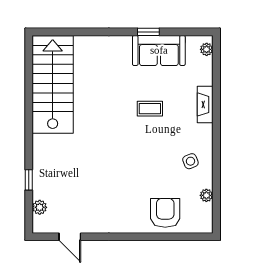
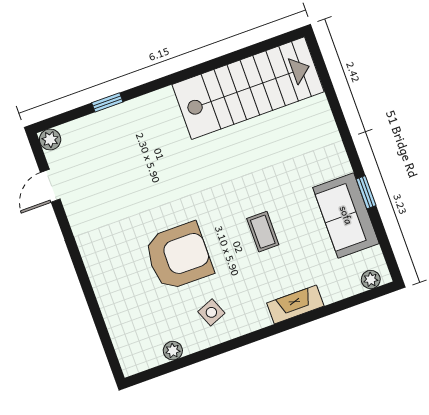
plant: (40, 207) -> (50, 139), moved
armchair: (165, 213) -> (179, 256), moved, width x1.36, depth x1.36

